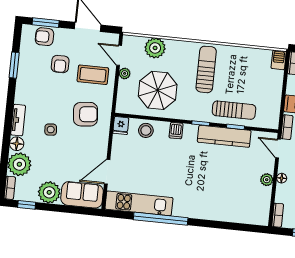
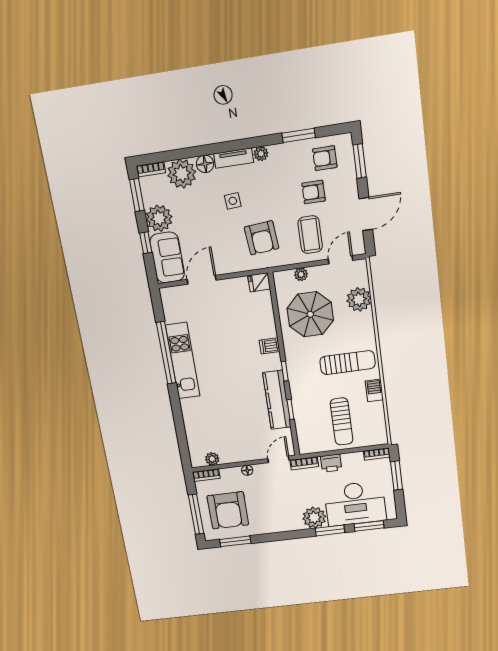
armchair: (45, 37) -> (325, 158), moved, turned -90
barbecue: (279, 60) -> (374, 390), moved, turned -90
plant: (125, 73) -> (301, 274), moved
plant: (20, 98) -> (261, 154), added
sun lounger: (234, 110) -> (342, 422), moved
stool: (146, 130) -> (261, 312), removed
door: (107, 172) -> (202, 280), hinge flipped
plant: (267, 180) -> (212, 459), moved
kitchen unit: (139, 203) -> (183, 361), moved
window: (27, 205) -> (137, 195), width x1.50
window: (66, 209) -> (146, 243), added

